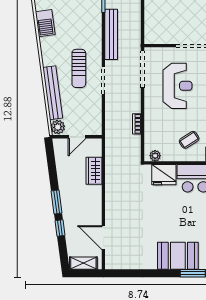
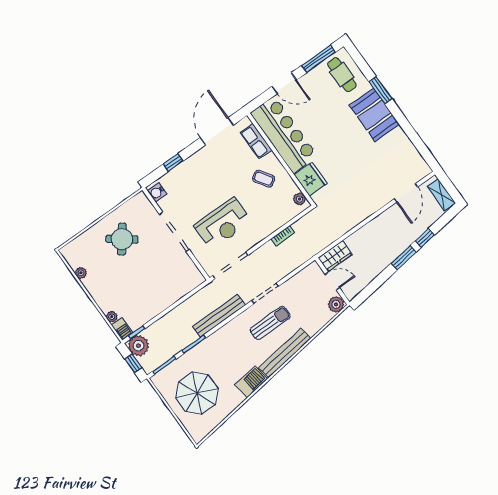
reception desk: (177, 86) -> (223, 224), turned 180
bench: (53, 93) -> (285, 353), moved
wardrobe: (94, 171) -> (335, 256), moved

